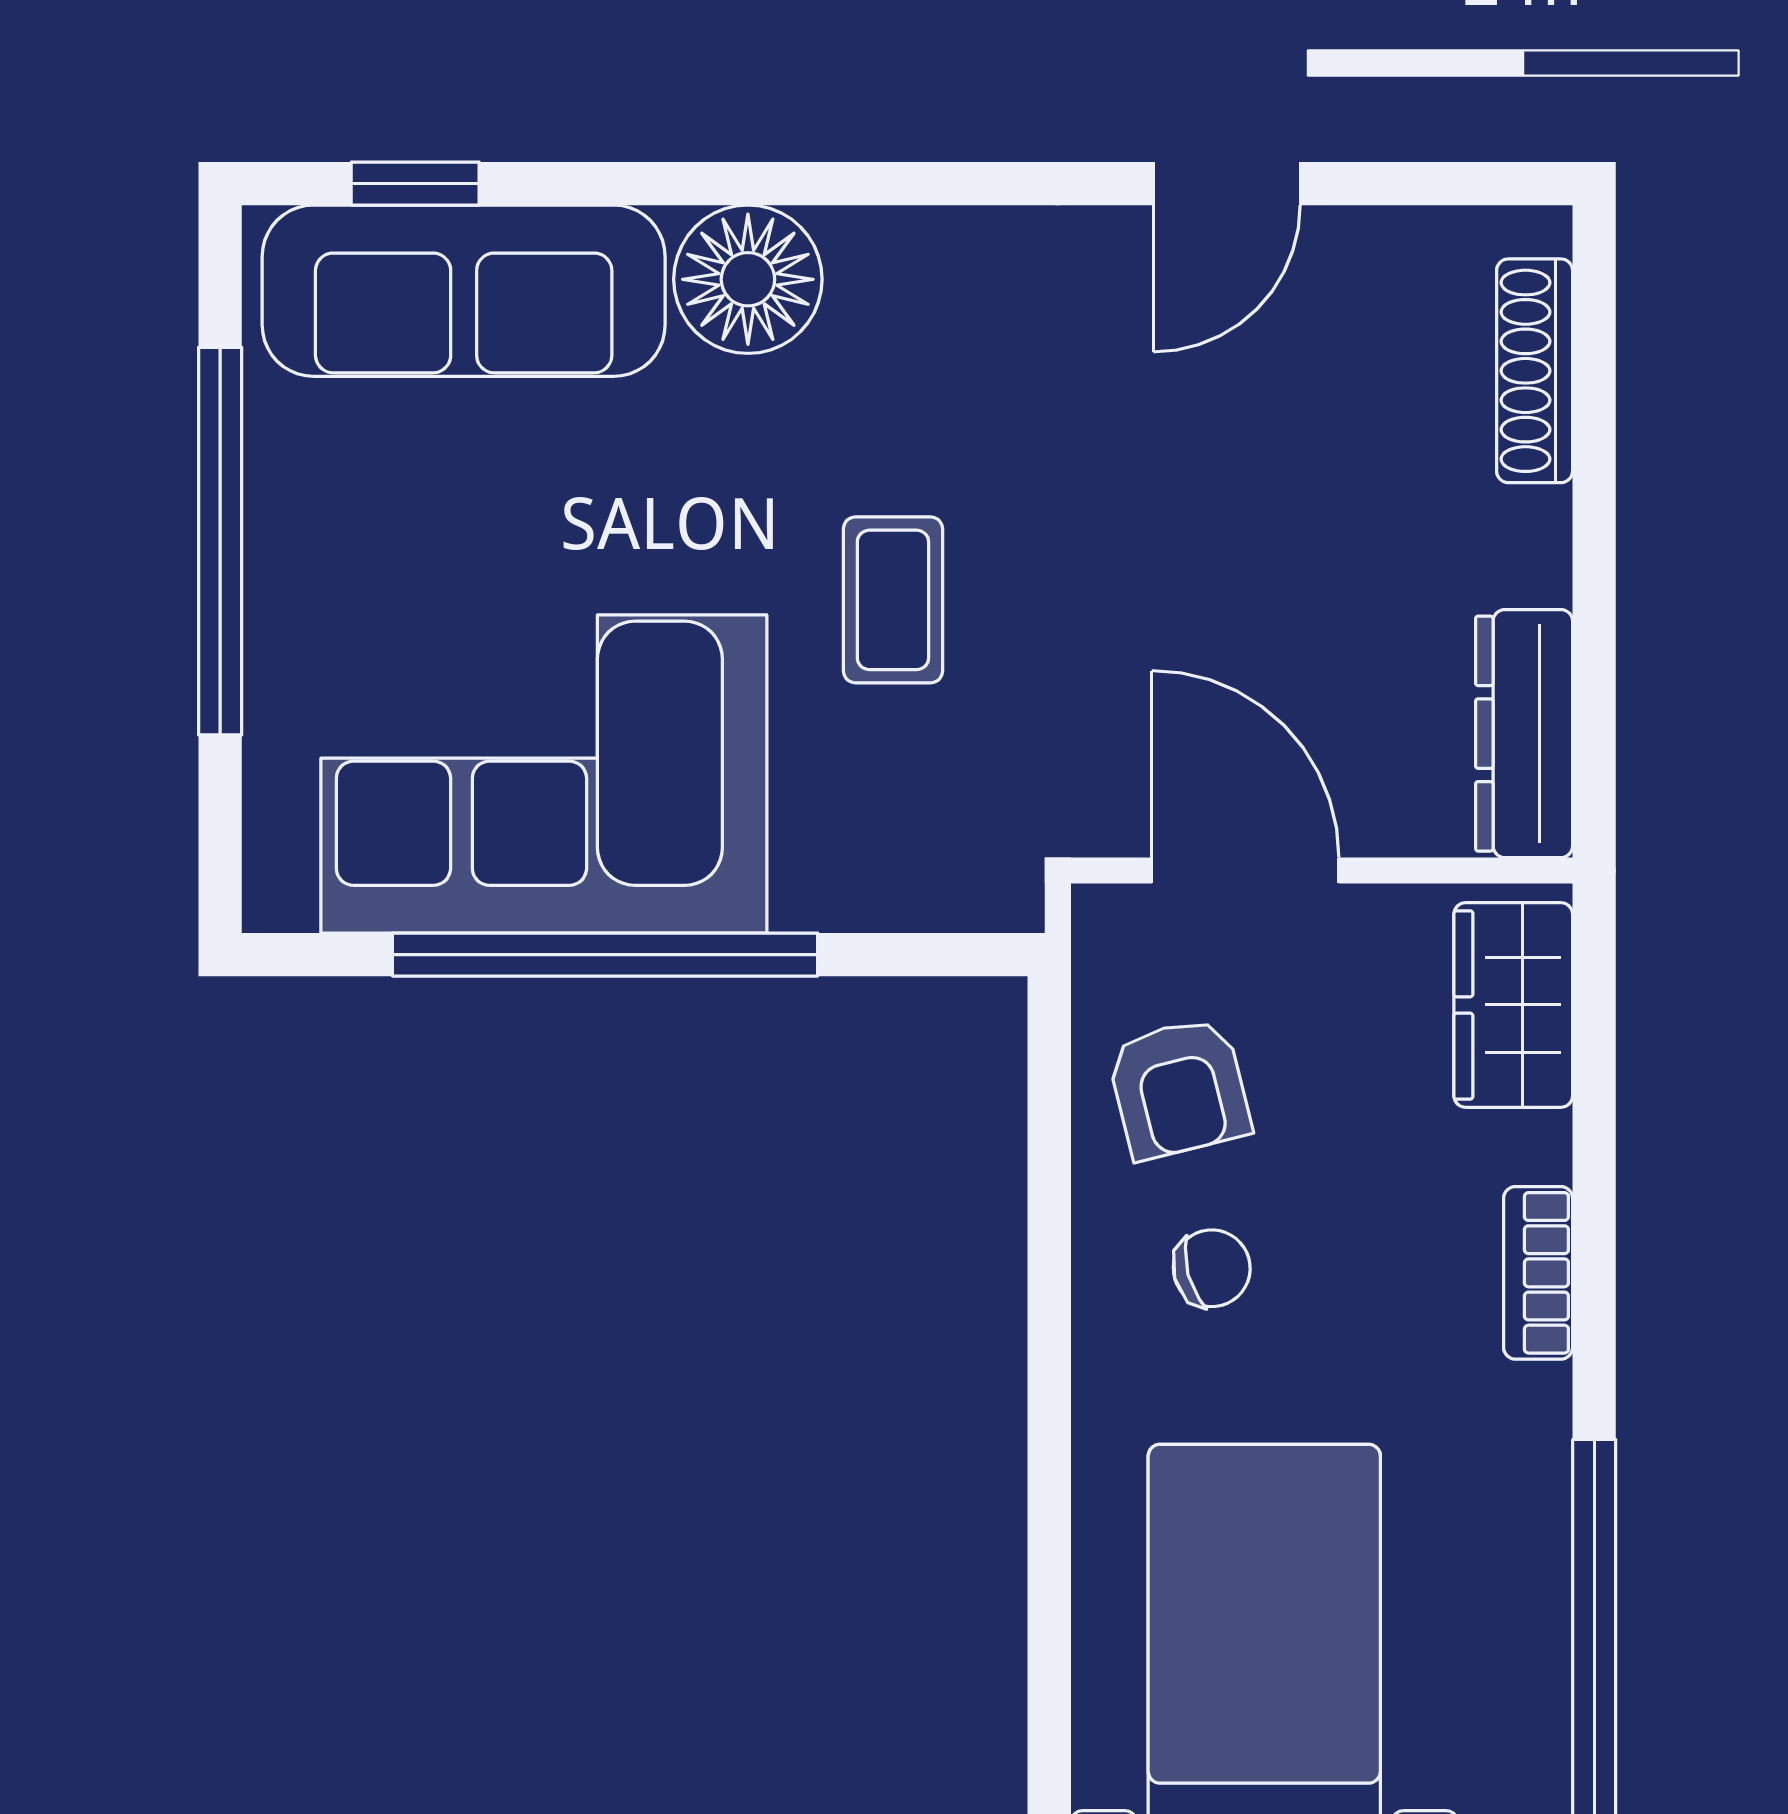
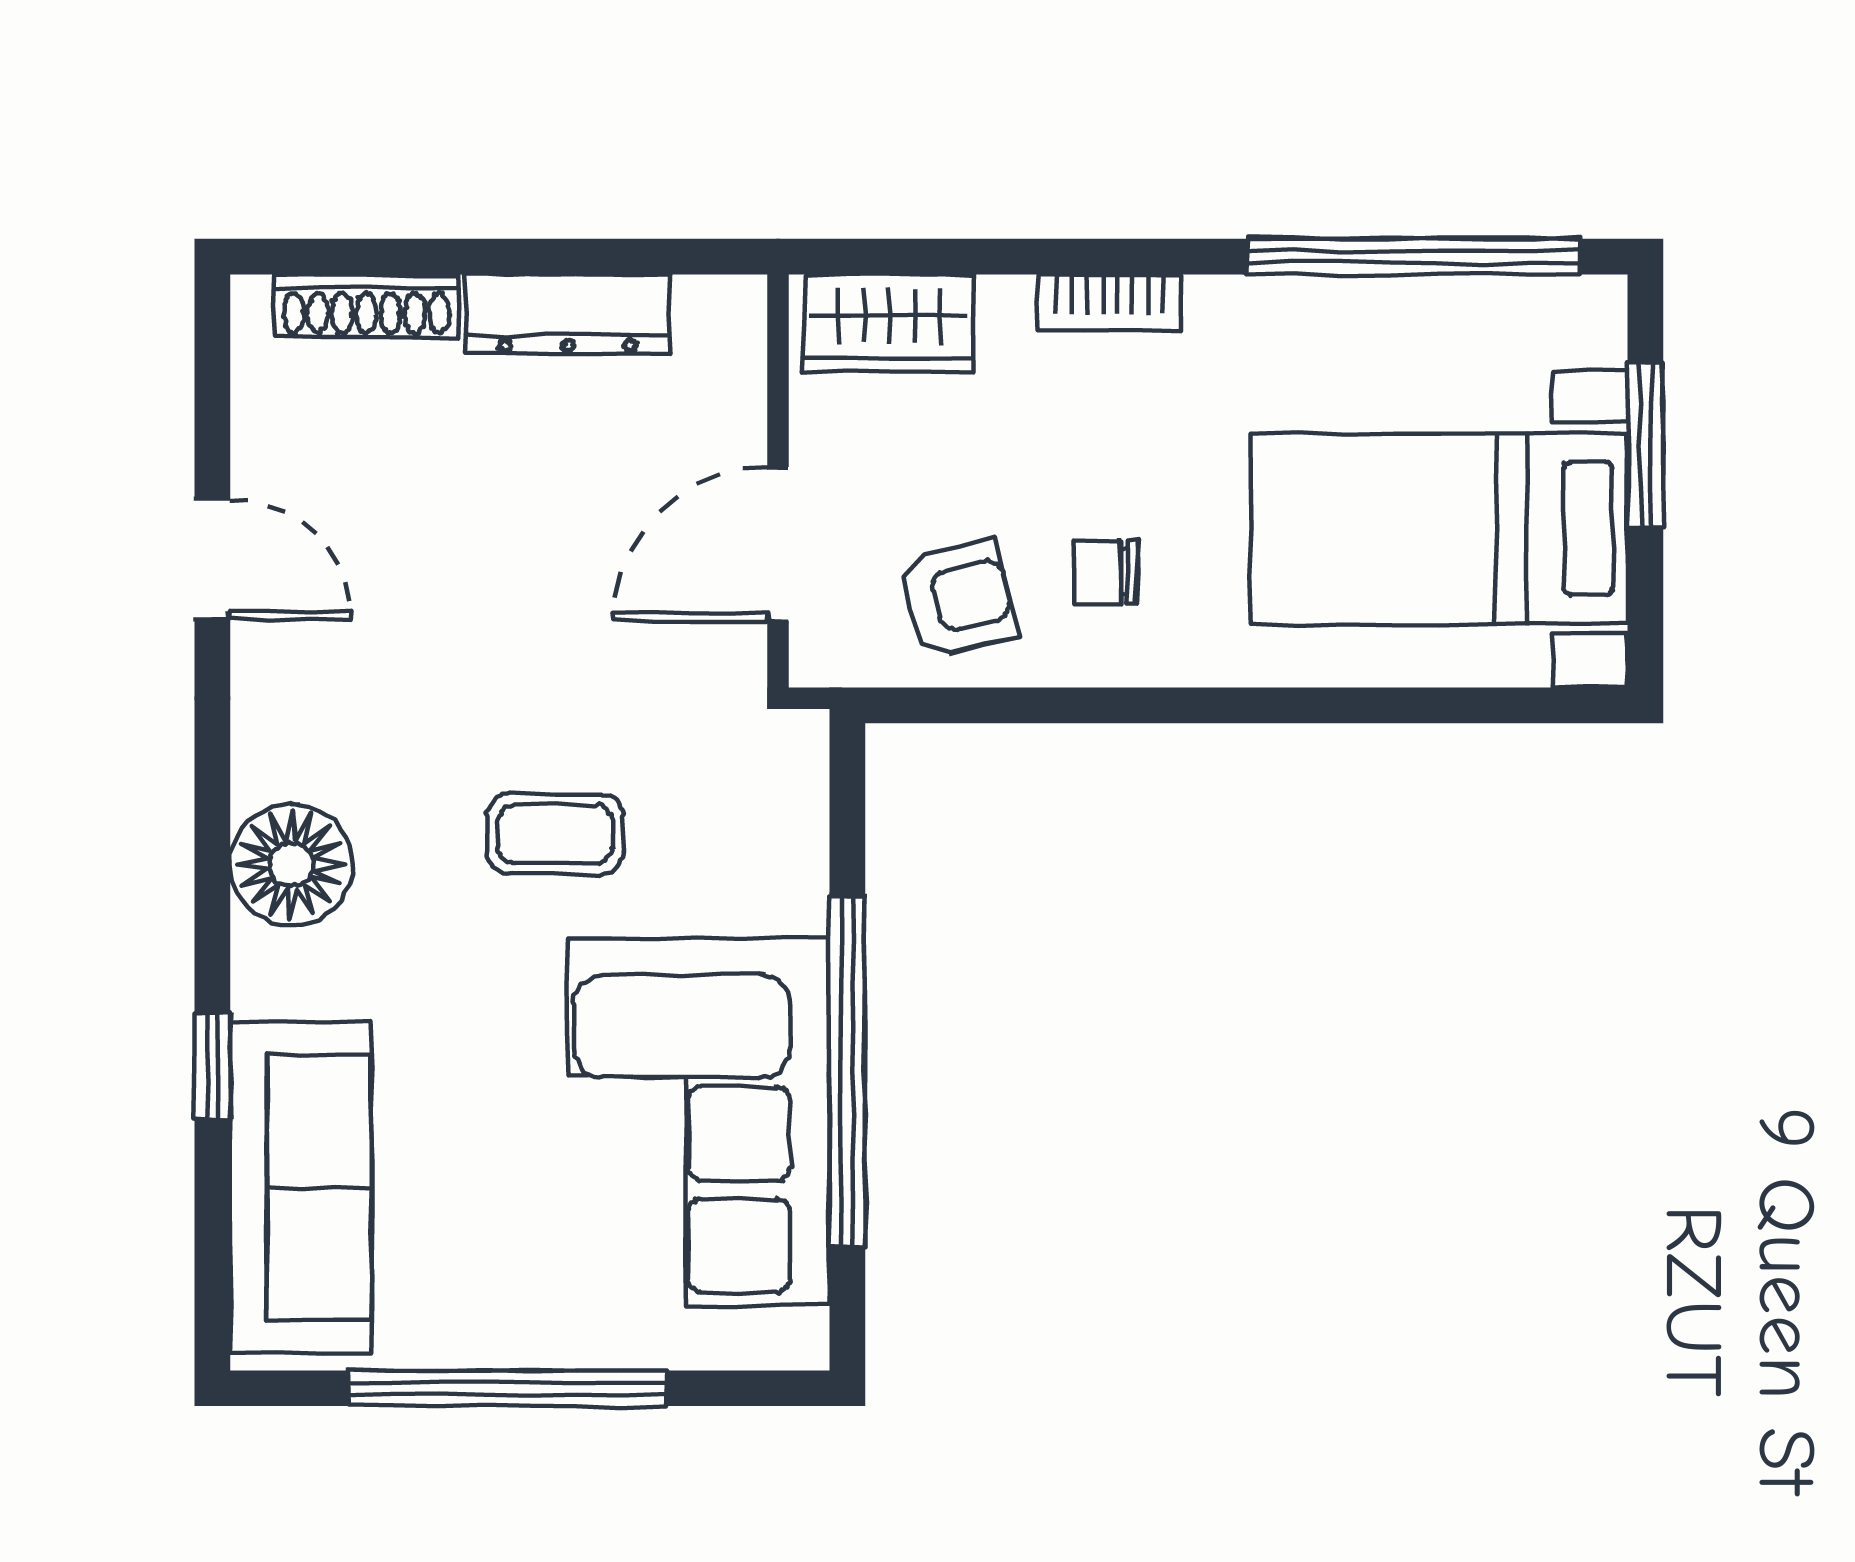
window: (415, 184) -> (212, 1065), moved
floor lamp: (748, 279) -> (291, 864), moved
dresser: (1524, 734) -> (568, 314), moved
chair: (1212, 1268) -> (1106, 572), turned -75

